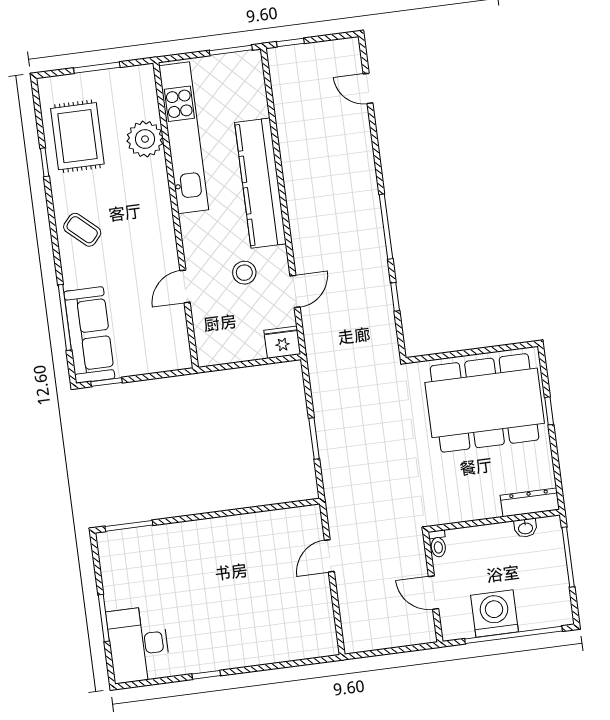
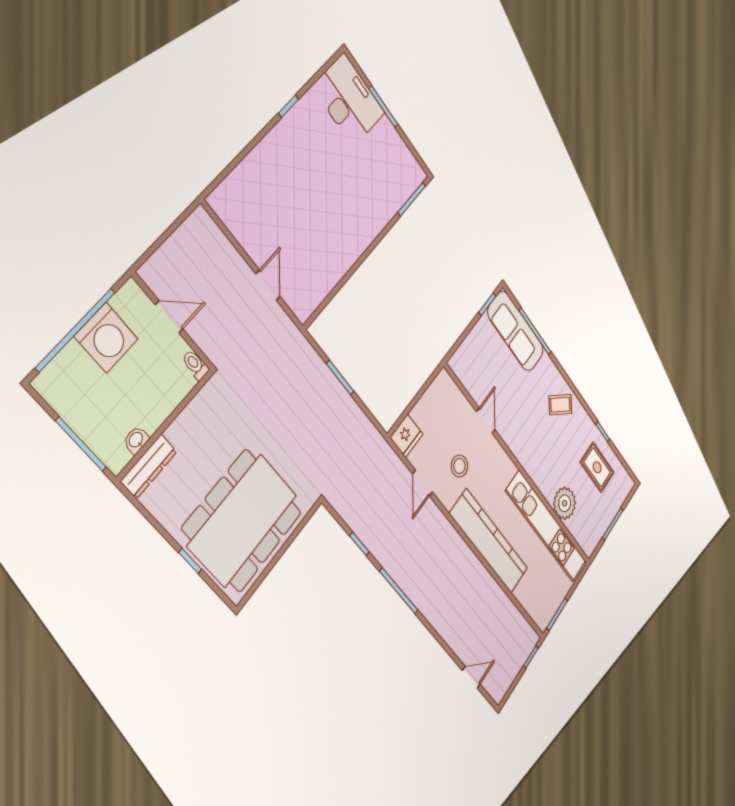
rug: (77, 136) -> (597, 467), width x0.73, depth x0.70

